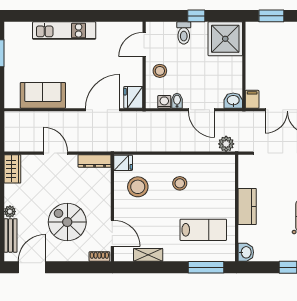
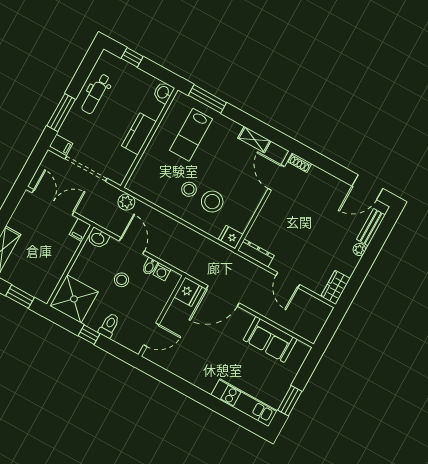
kitchen unit: (64, 31) -> (244, 403), moved
stool: (160, 71) -> (122, 280), moved
stool: (138, 187) -> (212, 202), moved
spiral stairs: (67, 222) -> (312, 211), removed
lab bench: (203, 230) -> (191, 135), turned -90

